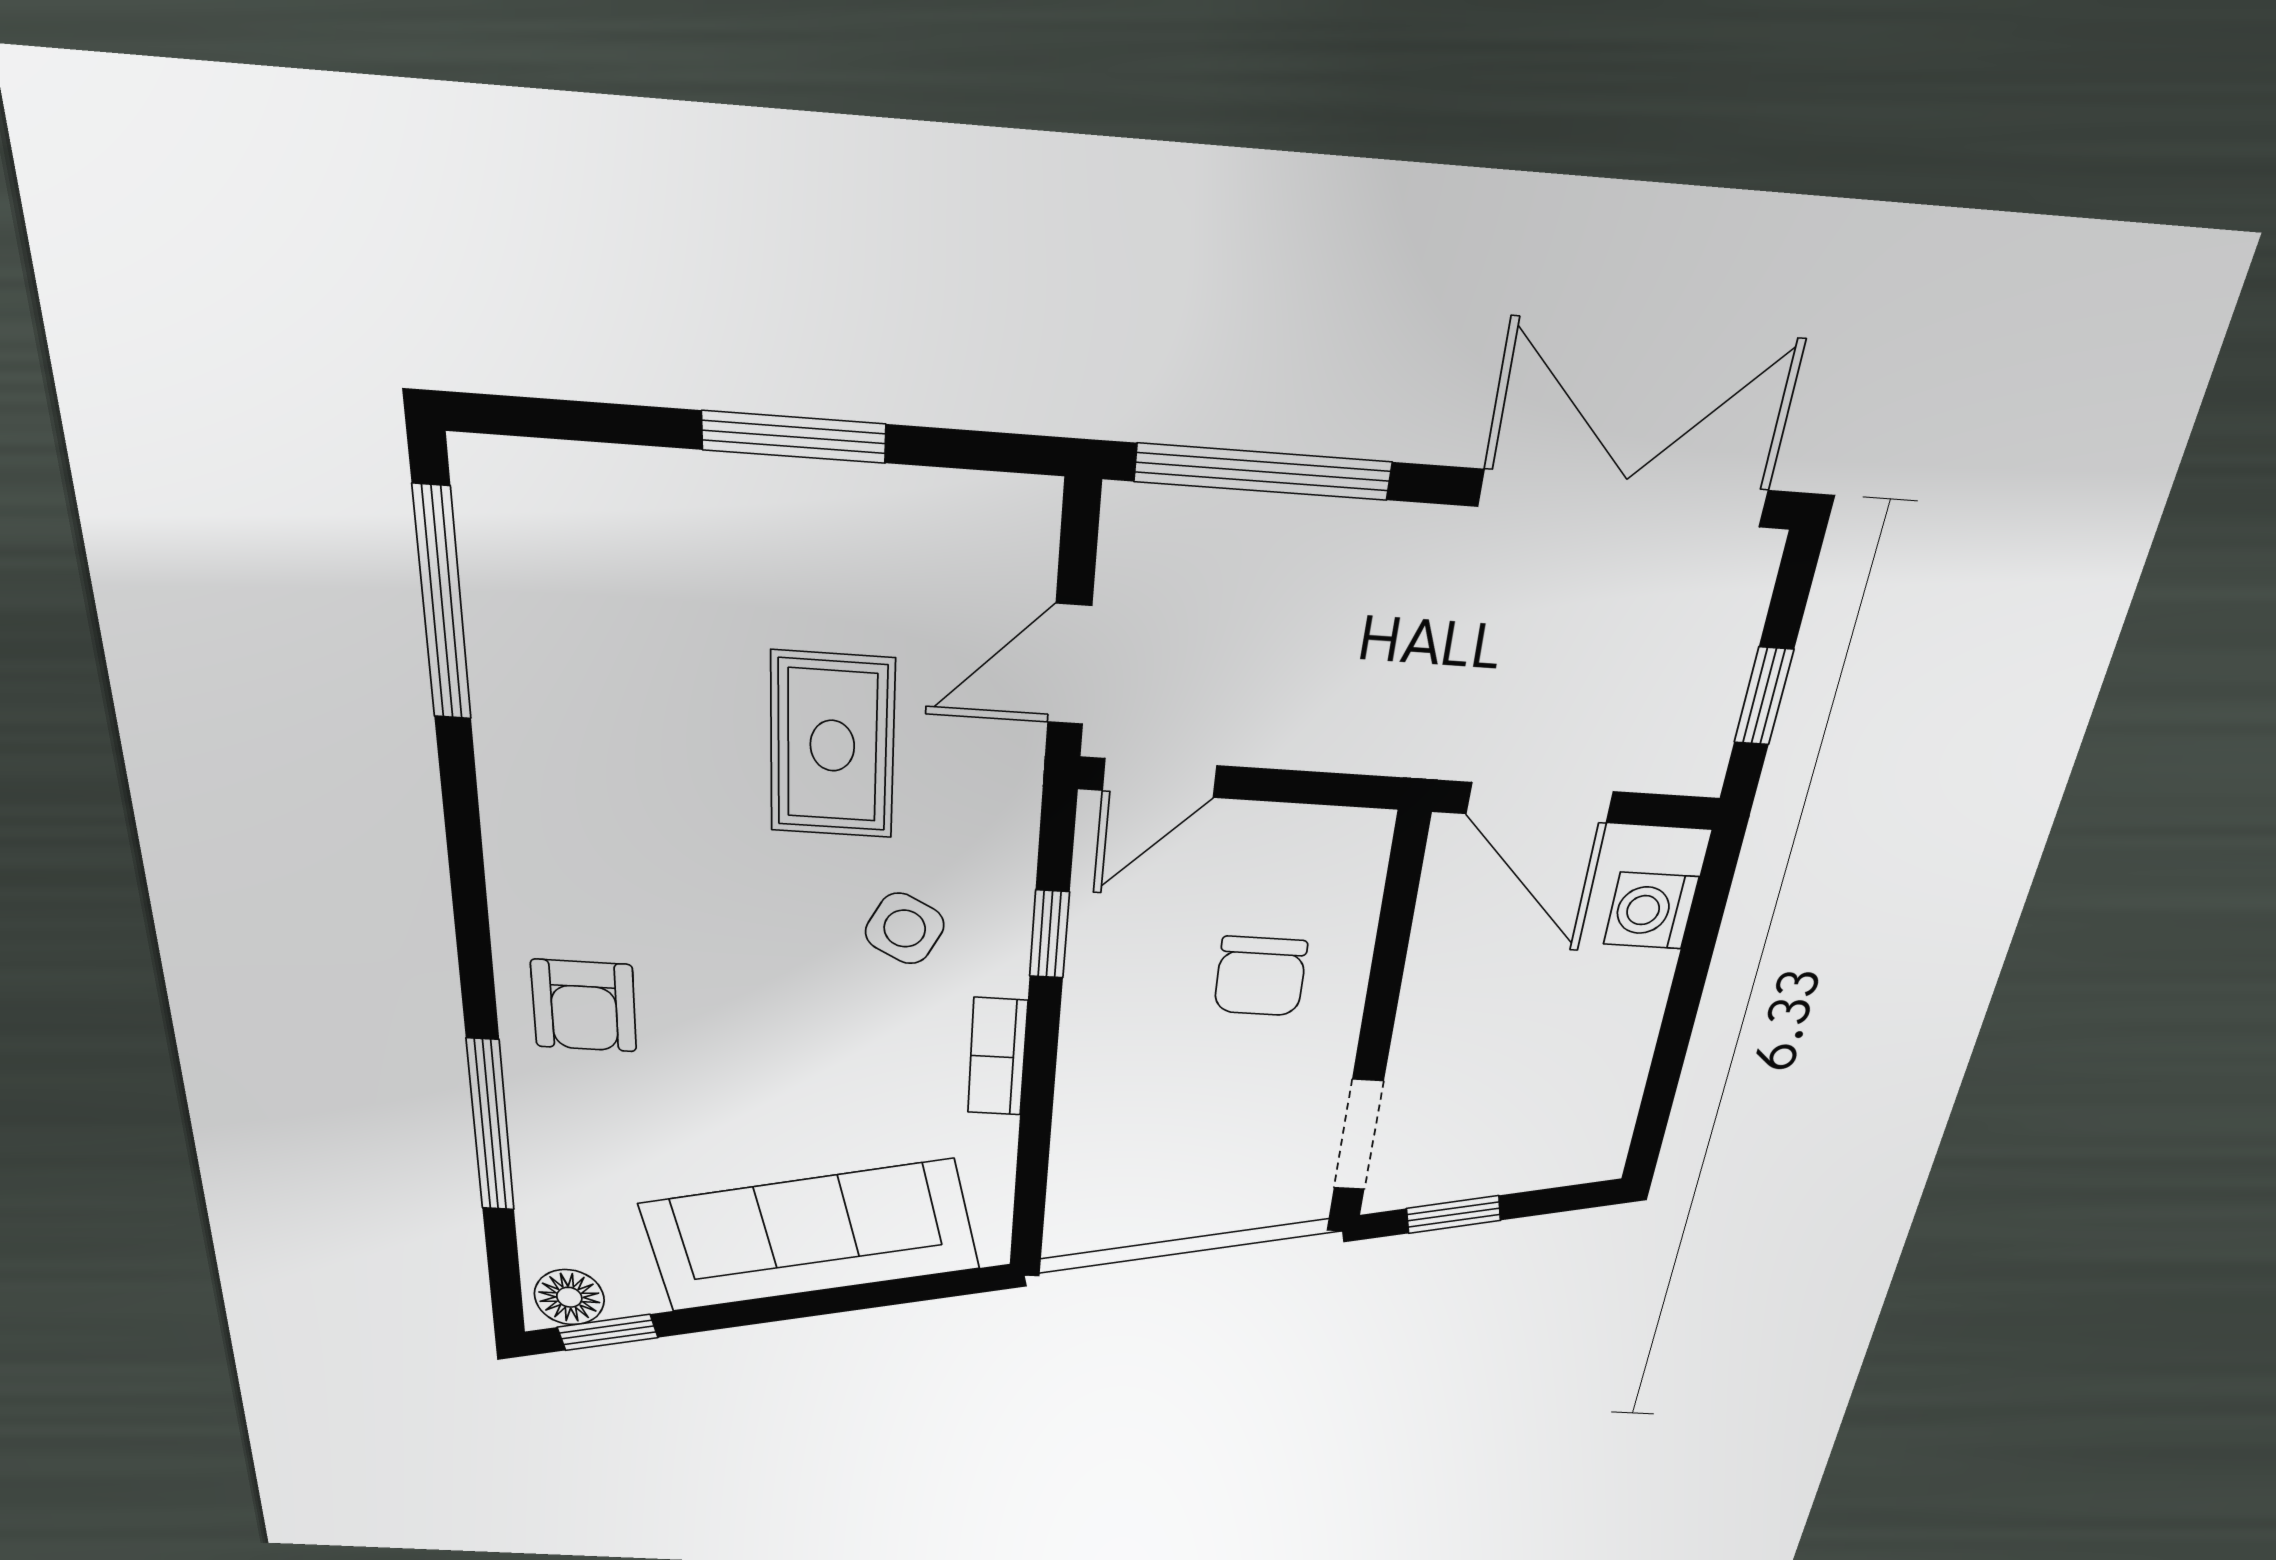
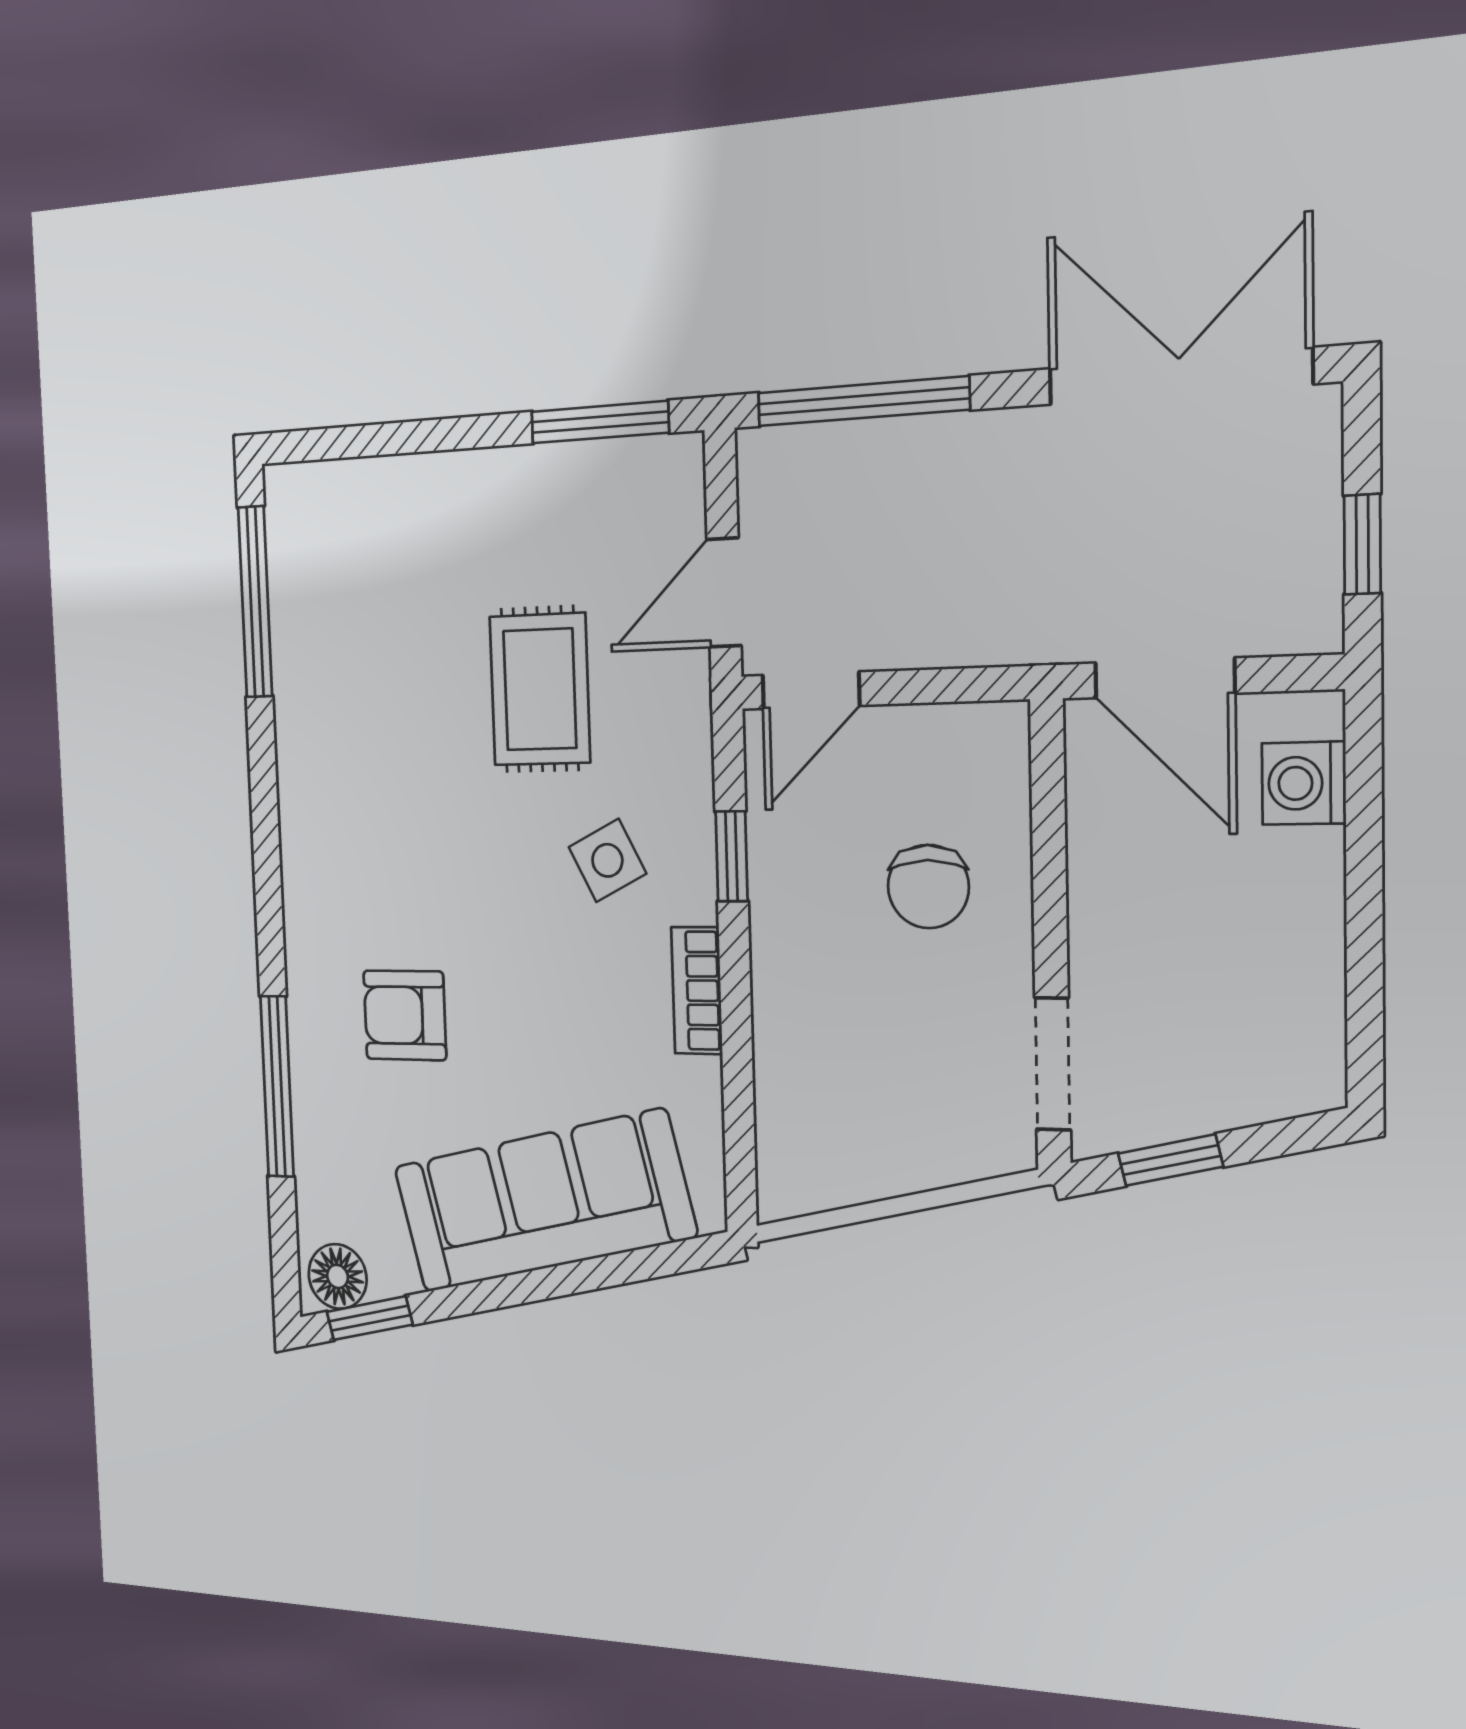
window: (794, 437) -> (600, 422), moved
side table: (905, 928) -> (607, 860), turned 35
armchair: (584, 1006) -> (405, 1015), moved, turned 90

